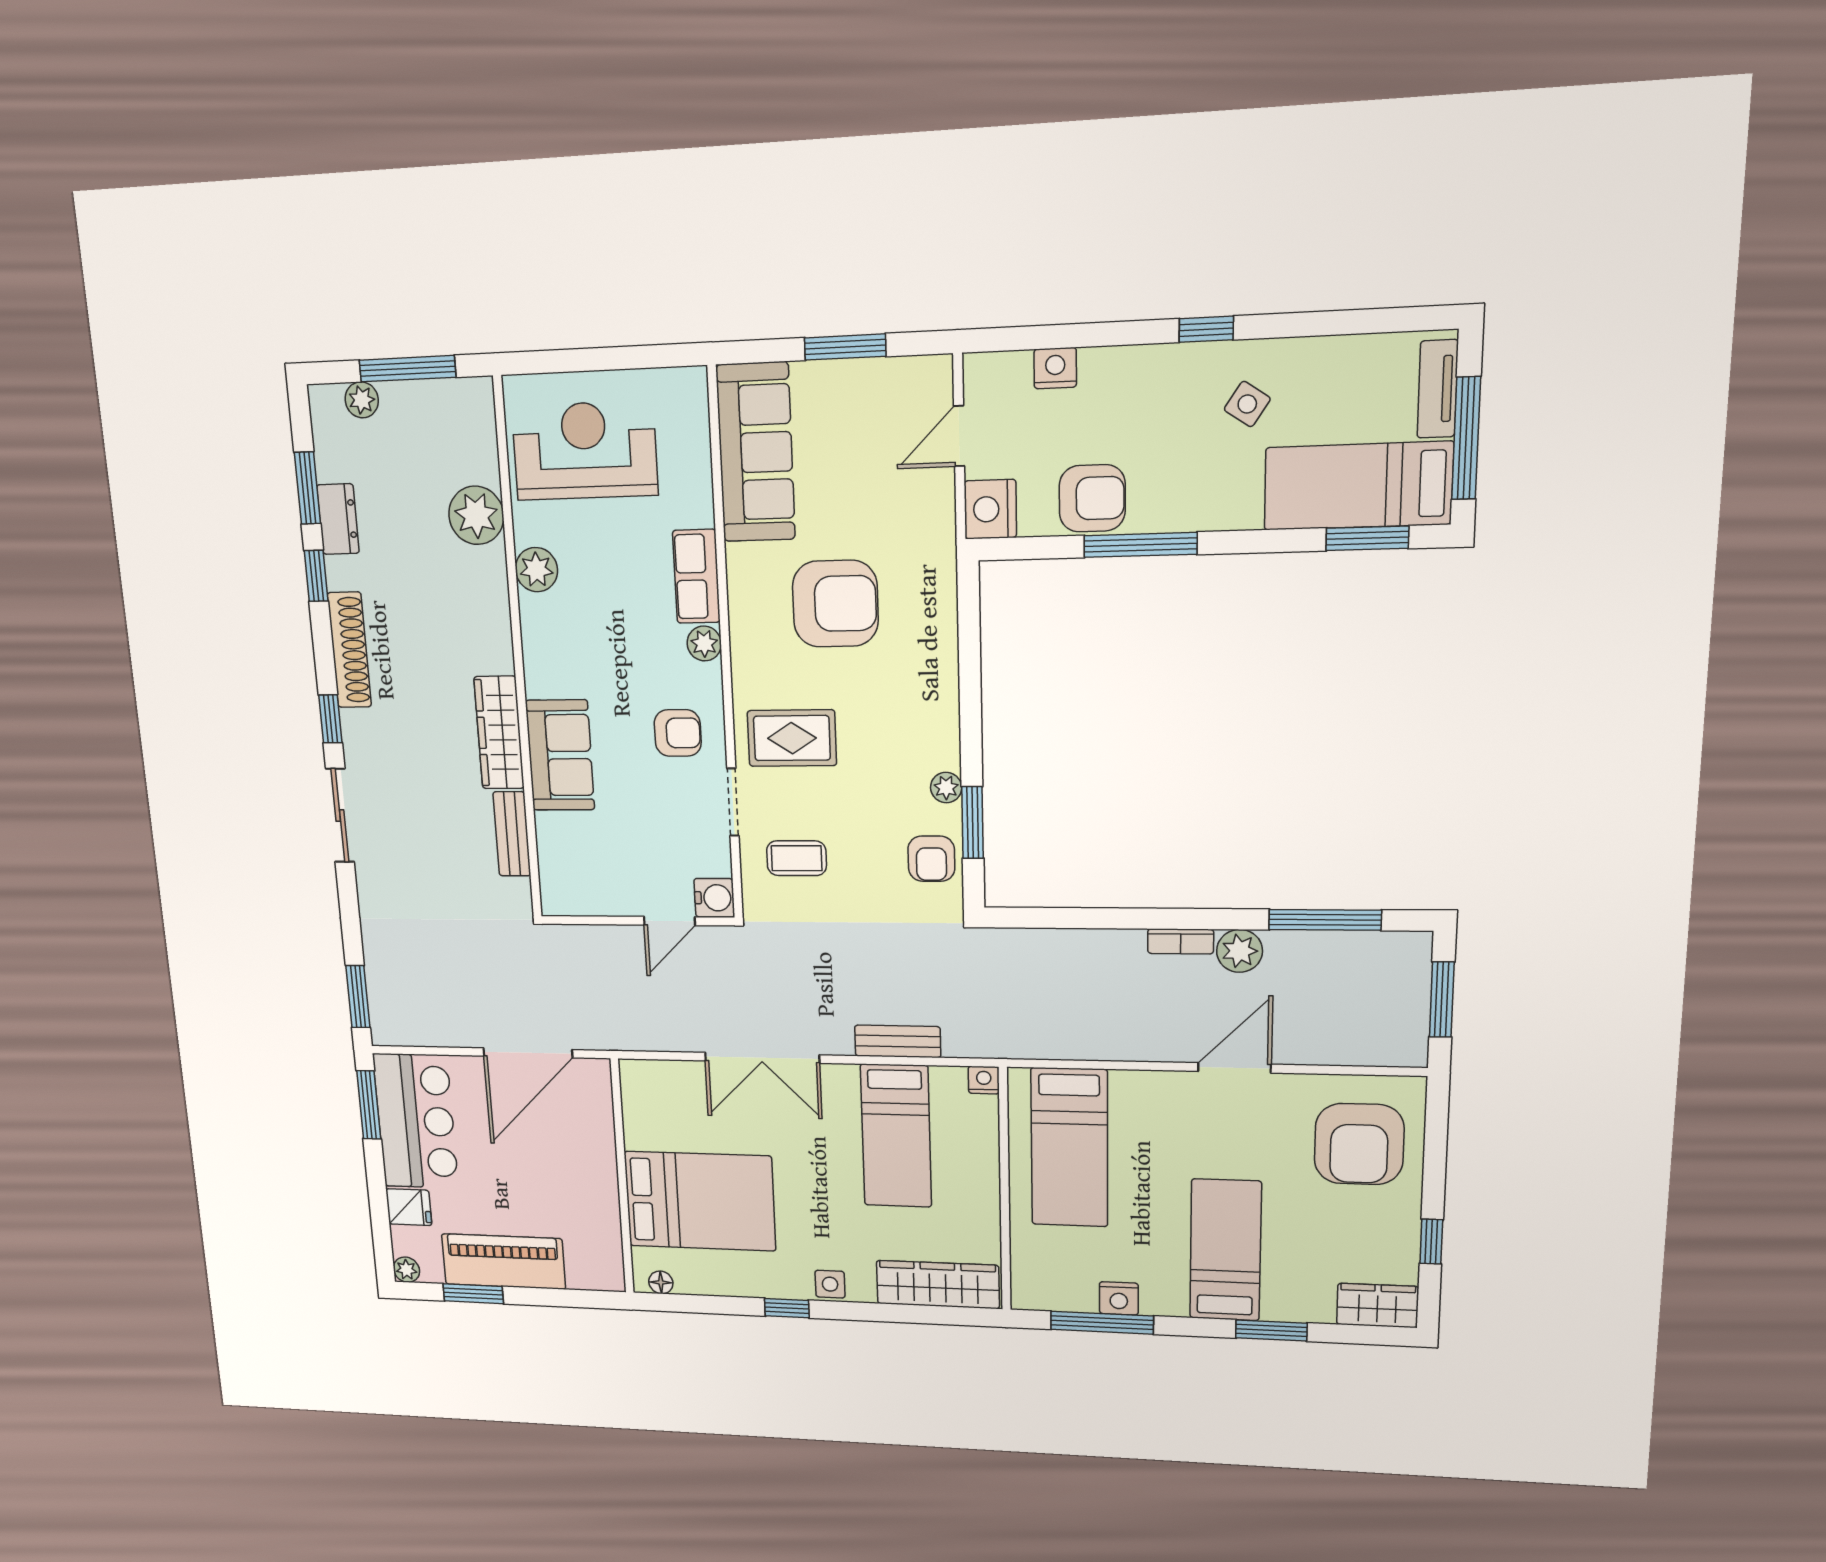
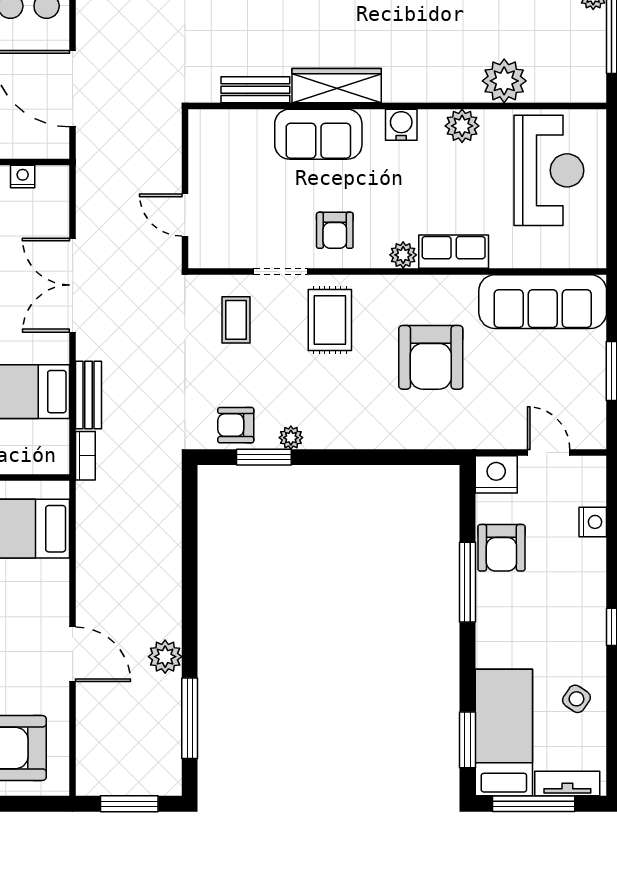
side table: (1247, 404) -> (576, 699), moved
water cooler: (714, 898) -> (401, 125), moved, turned 180
bookcase: (1181, 941) -> (85, 456), moved, turned 180
nightstand: (984, 1080) -> (23, 177), moved, turned -90

